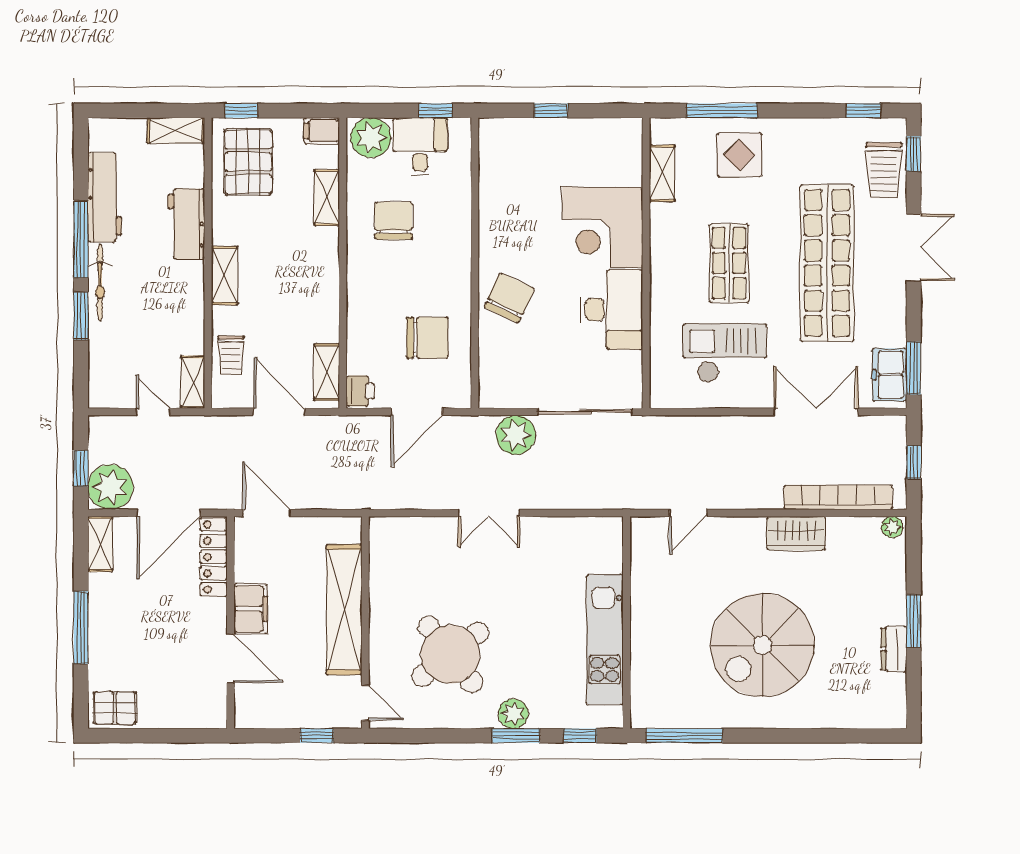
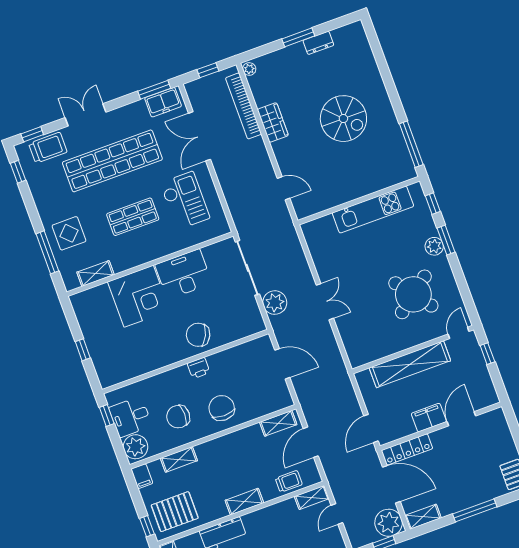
chair: (427, 338) -> (222, 408), moved
checkout: (725, 353) -> (185, 201), turned 180
printer: (360, 391) -> (199, 368), moved, turned 180
spiral stairs: (762, 645) -> (343, 119), width x0.73, depth x0.73

